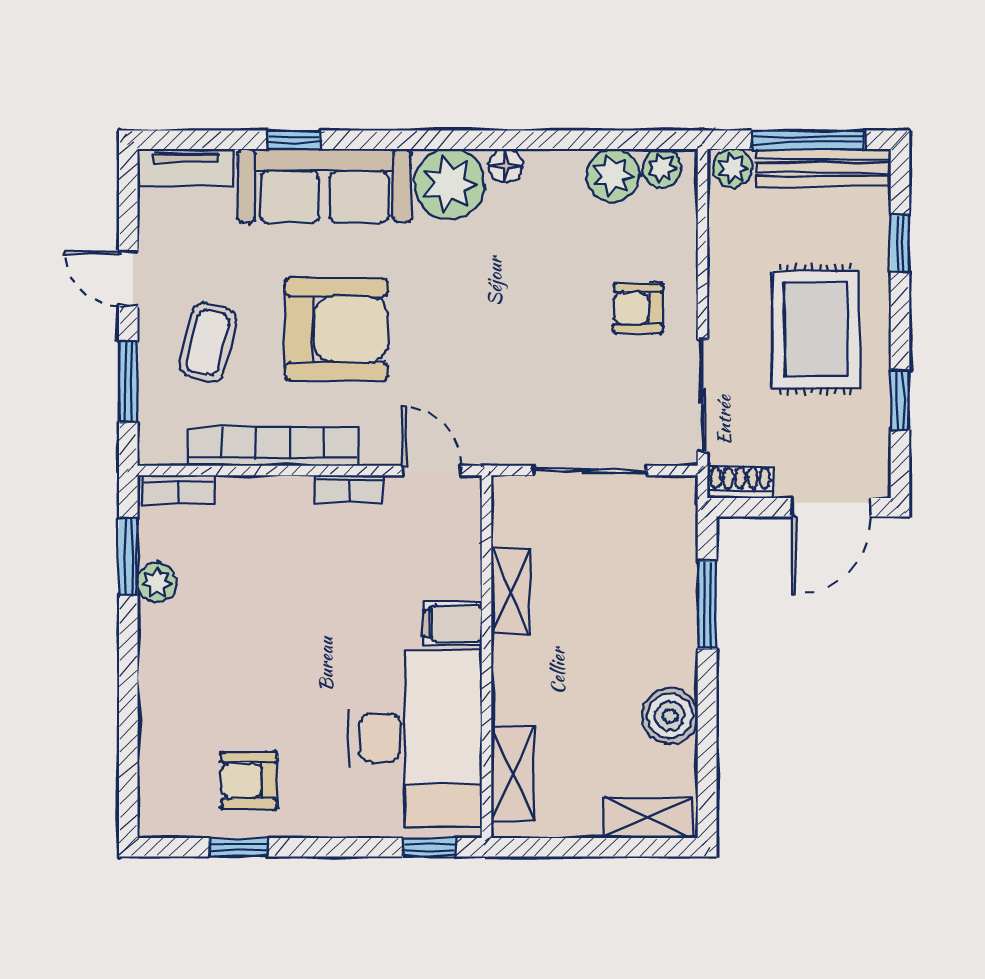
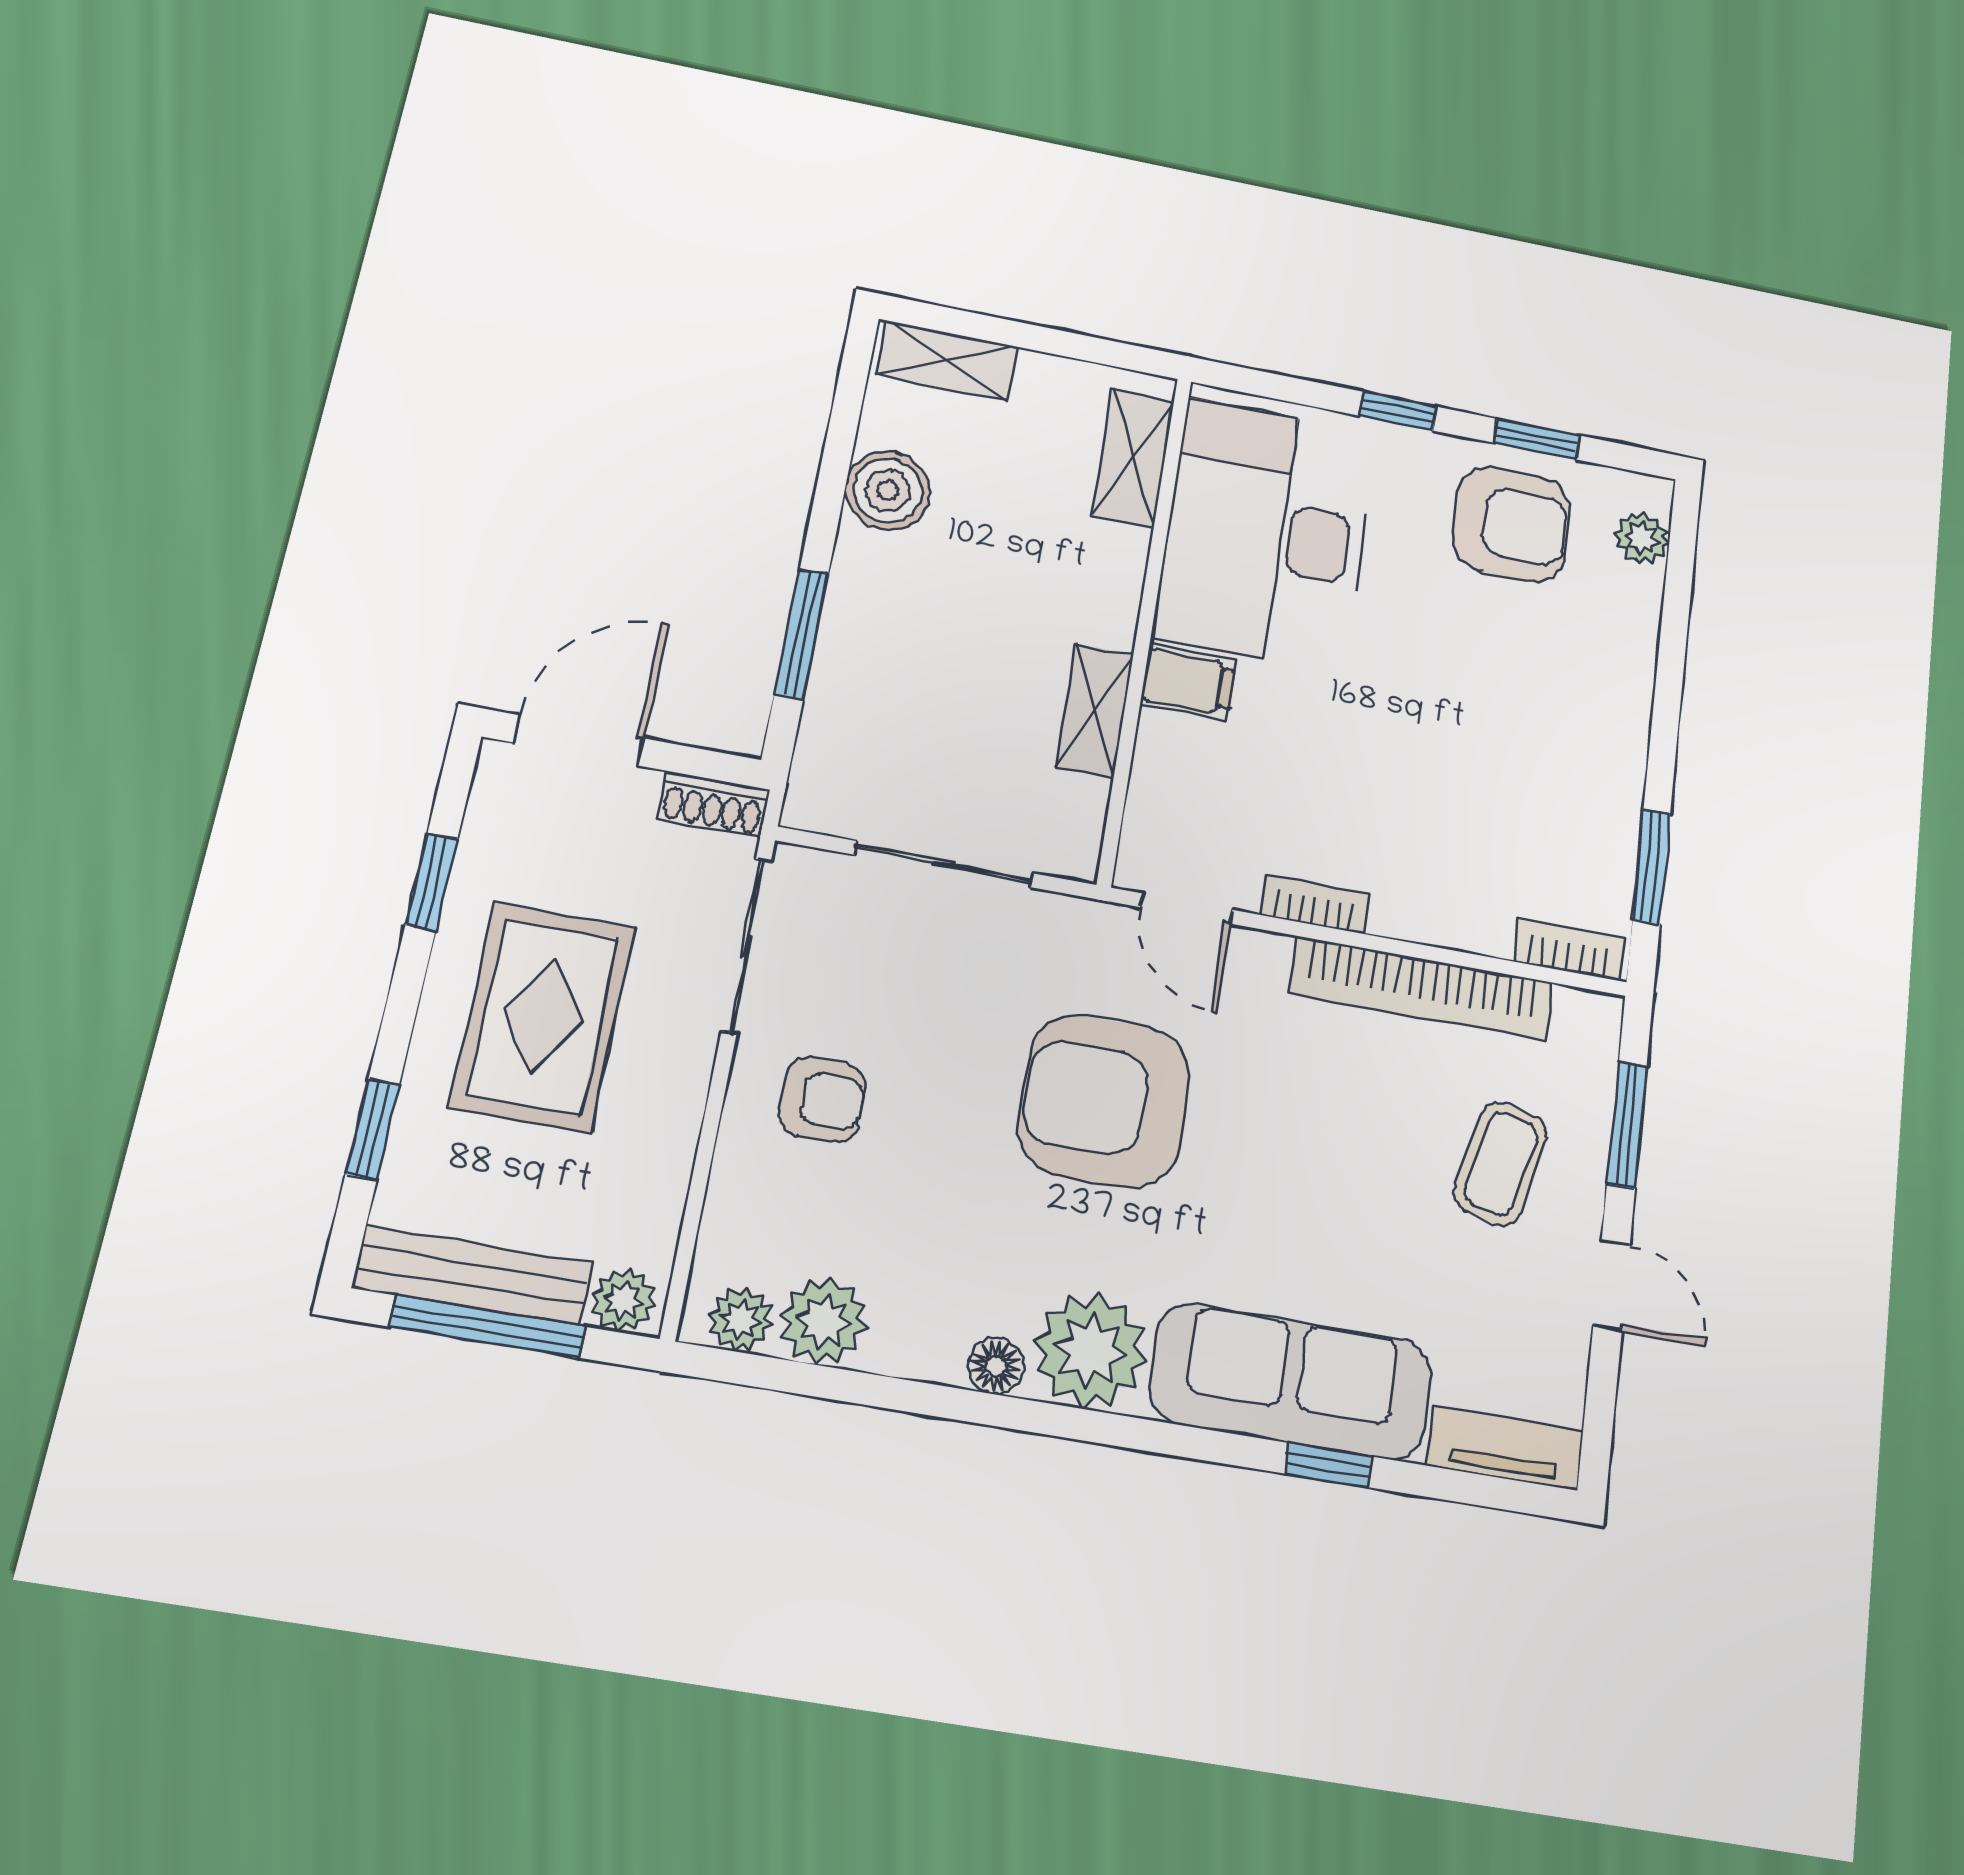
armchair: (336, 329) -> (1105, 1101), moved
plant: (157, 582) -> (1642, 538), moved
armchair: (249, 781) -> (1512, 524), width x1.38, depth x1.38
window: (429, 847) -> (1398, 411), moved

